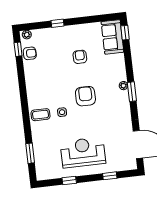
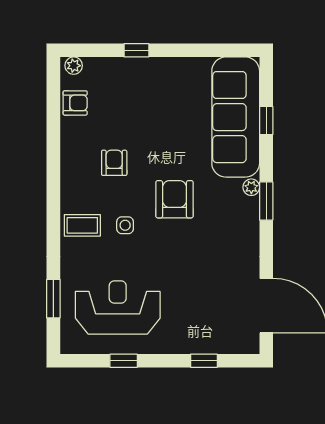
window: (125, 33) -> (266, 121), moved
sofa: (112, 37) -> (236, 117), width x1.85, depth x1.27
window: (18, 49) -> (53, 92), removed
armchair: (80, 57) -> (114, 163), moved
reception desk: (83, 152) -> (118, 307), moved

